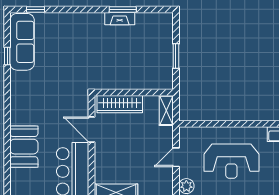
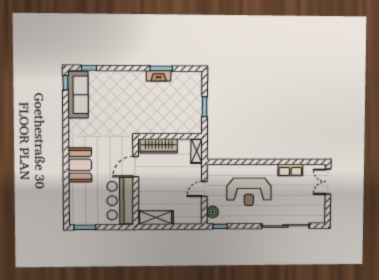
window: (7, 56) -> (65, 83), moved
door: (92, 130) -> (136, 167), hinge flipped
booth: (24, 147) -> (80, 165), moved

